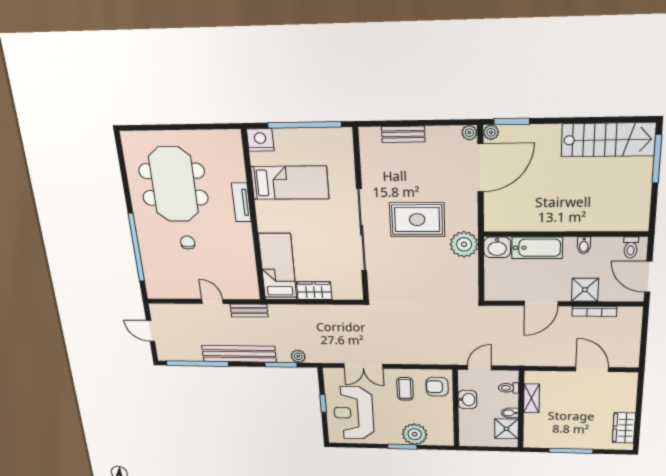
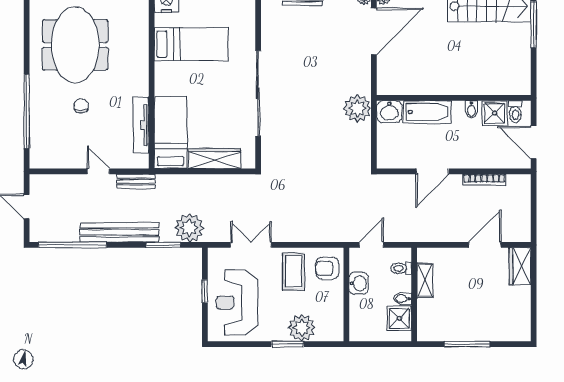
tv unit: (241, 202) -> (141, 125), moved, width x1.41
rug: (417, 220) -> (313, 83), removed
shower: (585, 290) -> (495, 113), moved
wardrobe: (314, 291) -> (214, 159), width x1.50
plant: (298, 356) -> (189, 228), width x1.87, depth x1.87
double door: (363, 366) -> (251, 245), swing flipped
door: (592, 369) -> (485, 245), hinge flipped
coffee table: (405, 389) -> (293, 272), width x1.36, depth x1.30
wardrobe: (624, 428) -> (520, 266), moved

